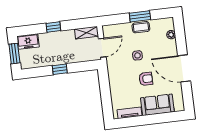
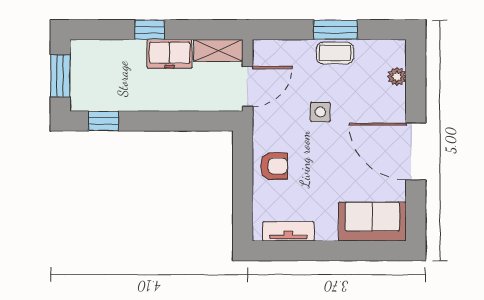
freezer: (28, 41) -> (170, 54), moved
window: (60, 69) -> (104, 121), moved
armchair: (146, 79) -> (274, 166), moved
sofa: (157, 105) -> (372, 222), moved

